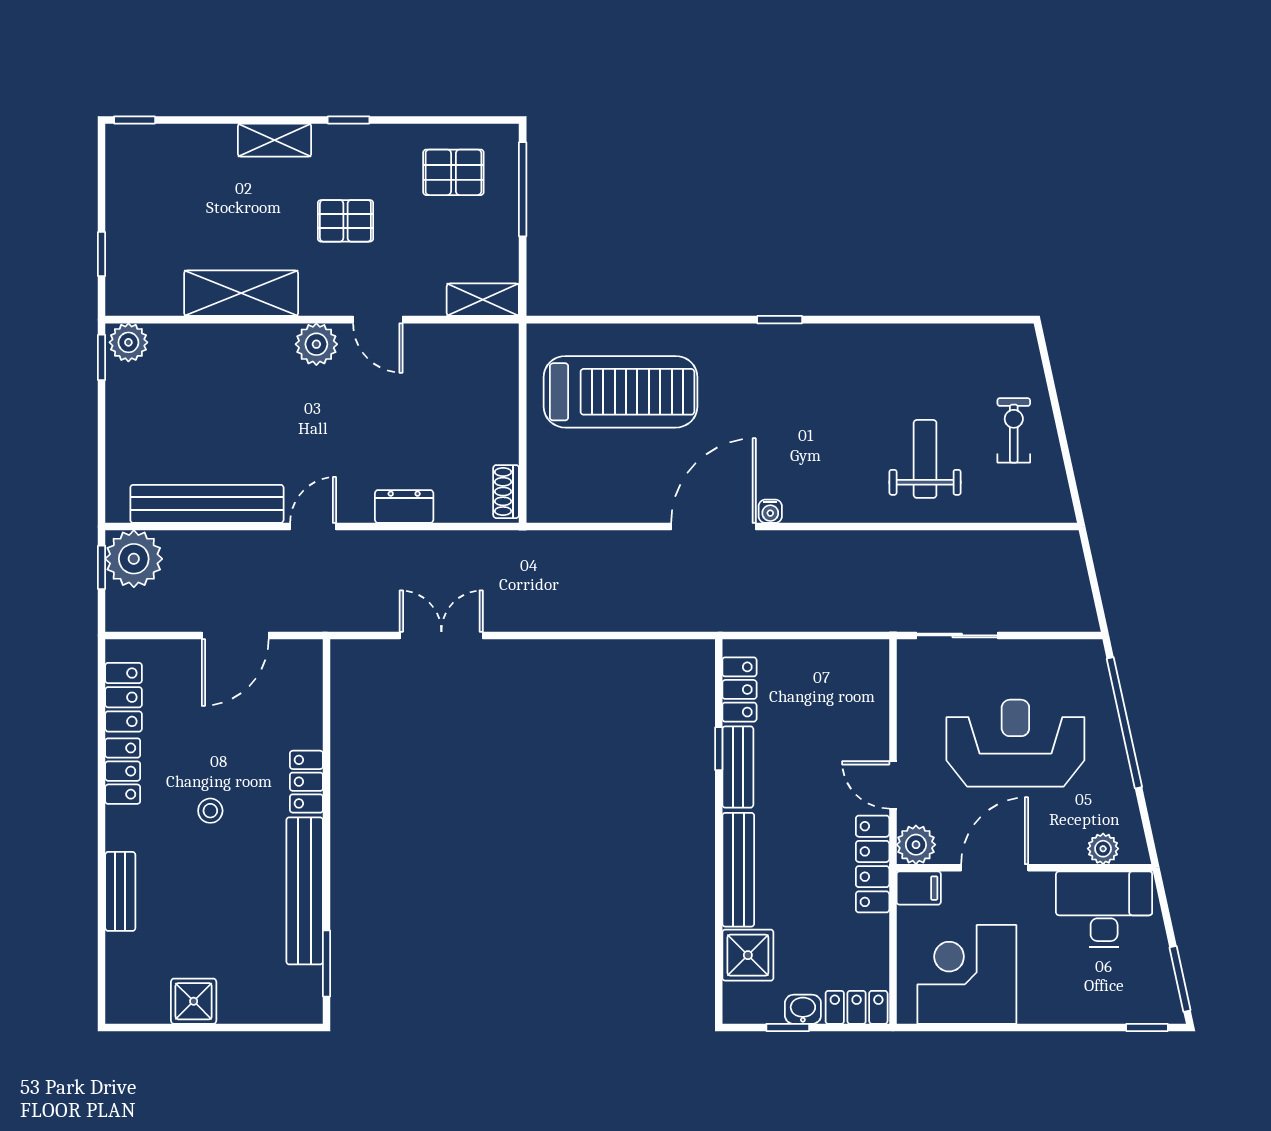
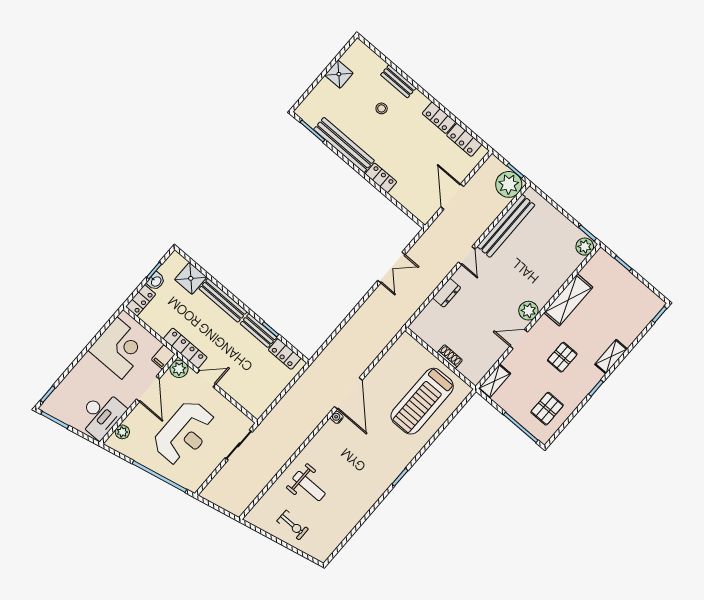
shoe rack: (506, 492) -> (450, 357), moved
stool: (210, 811) -> (382, 108), moved

